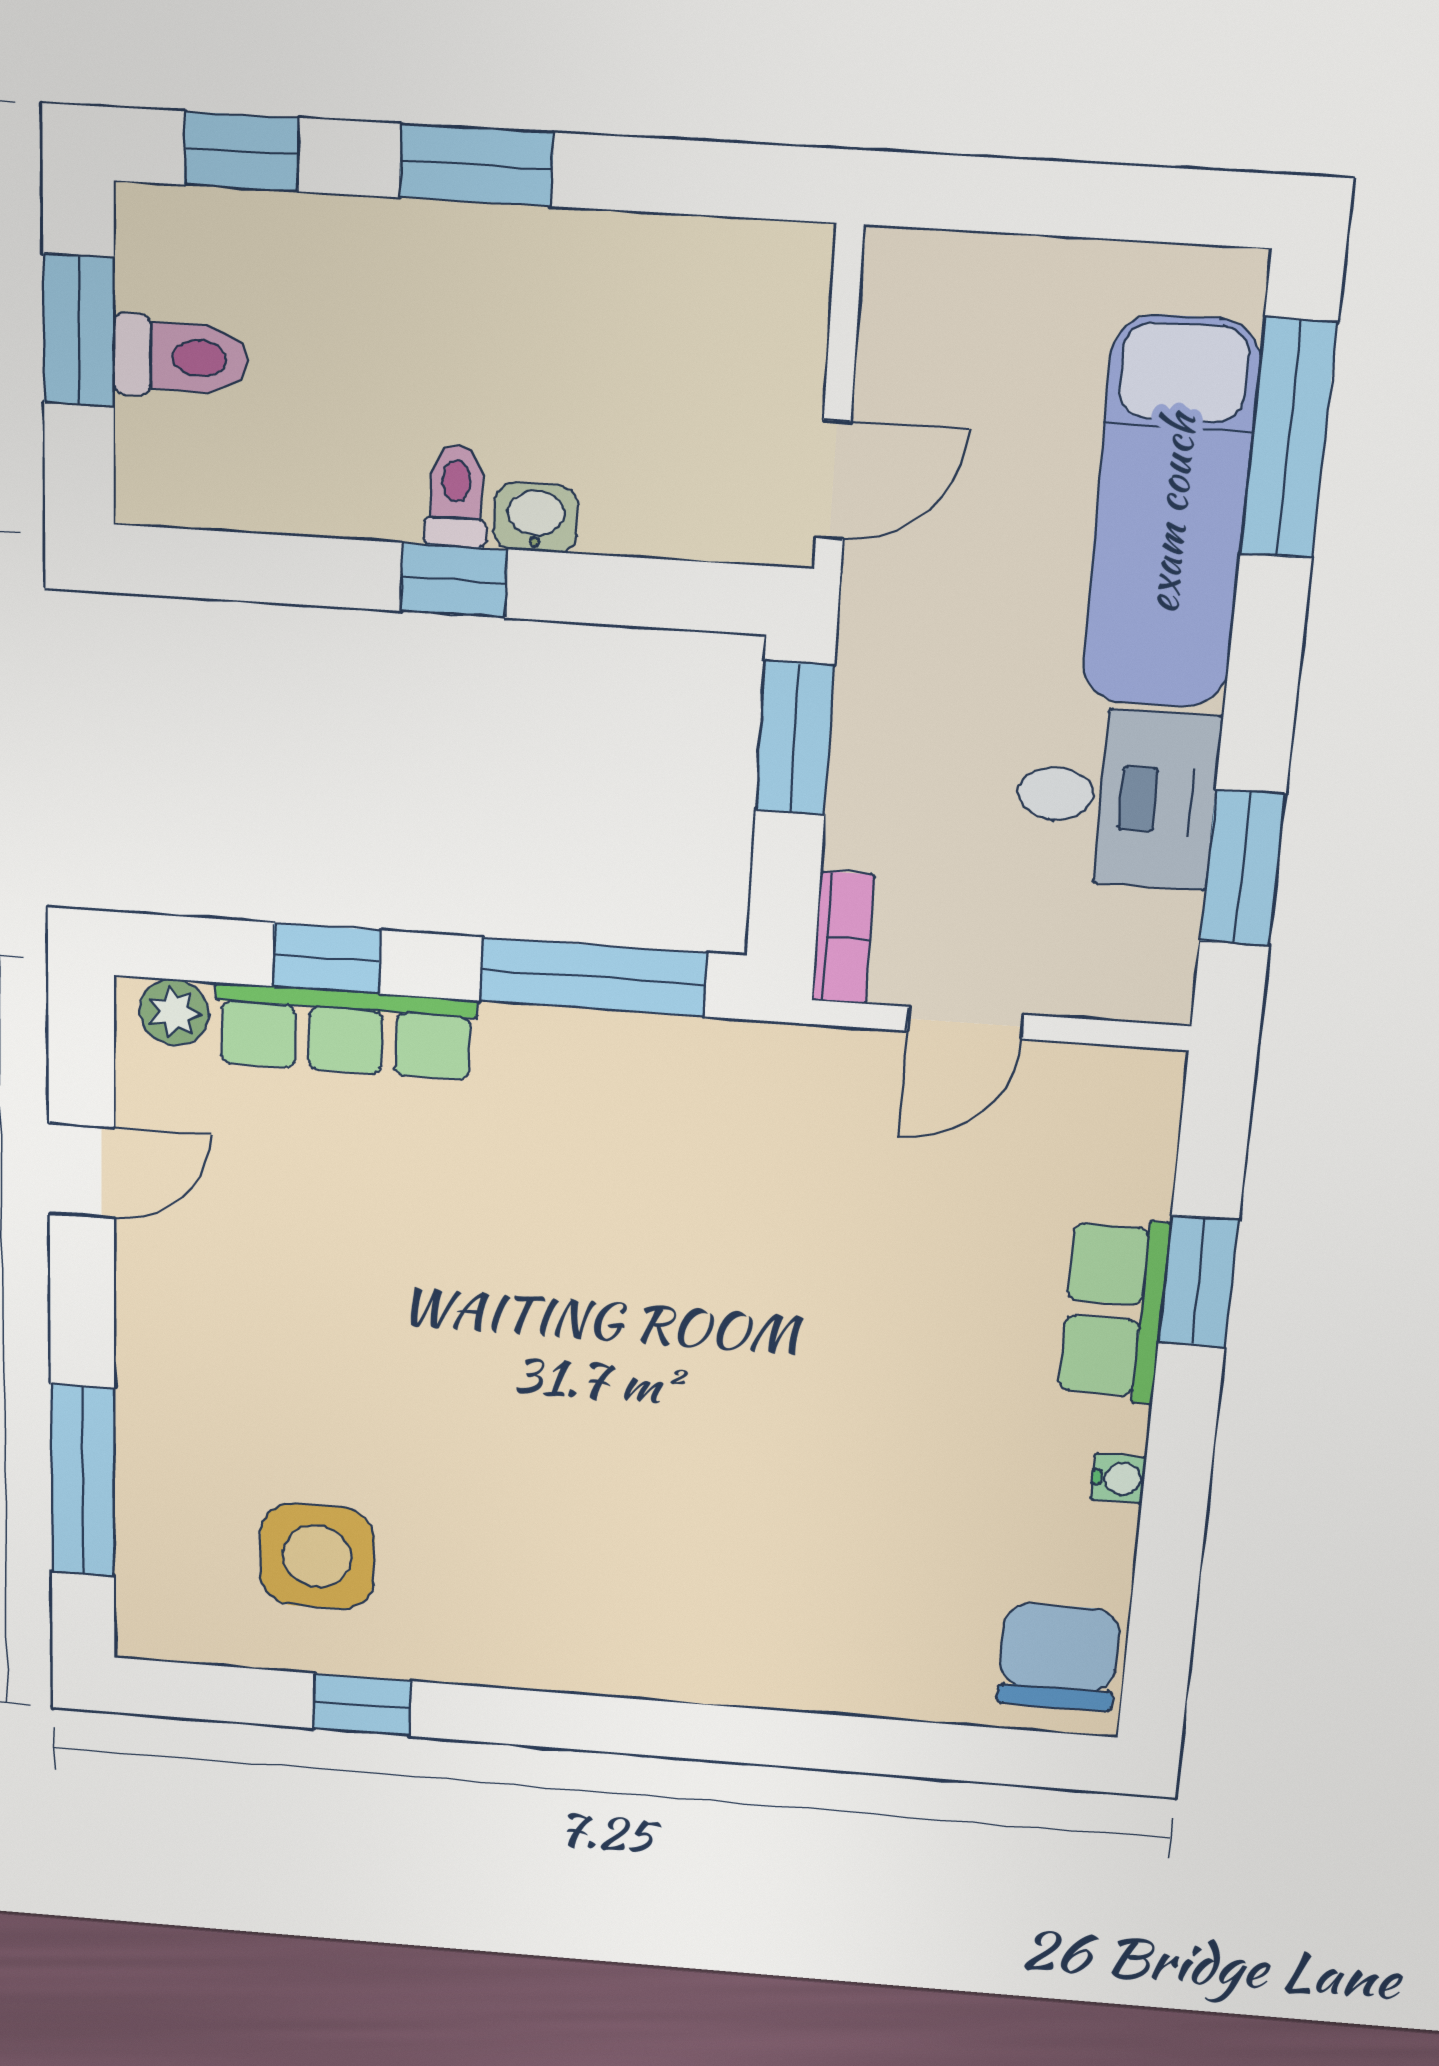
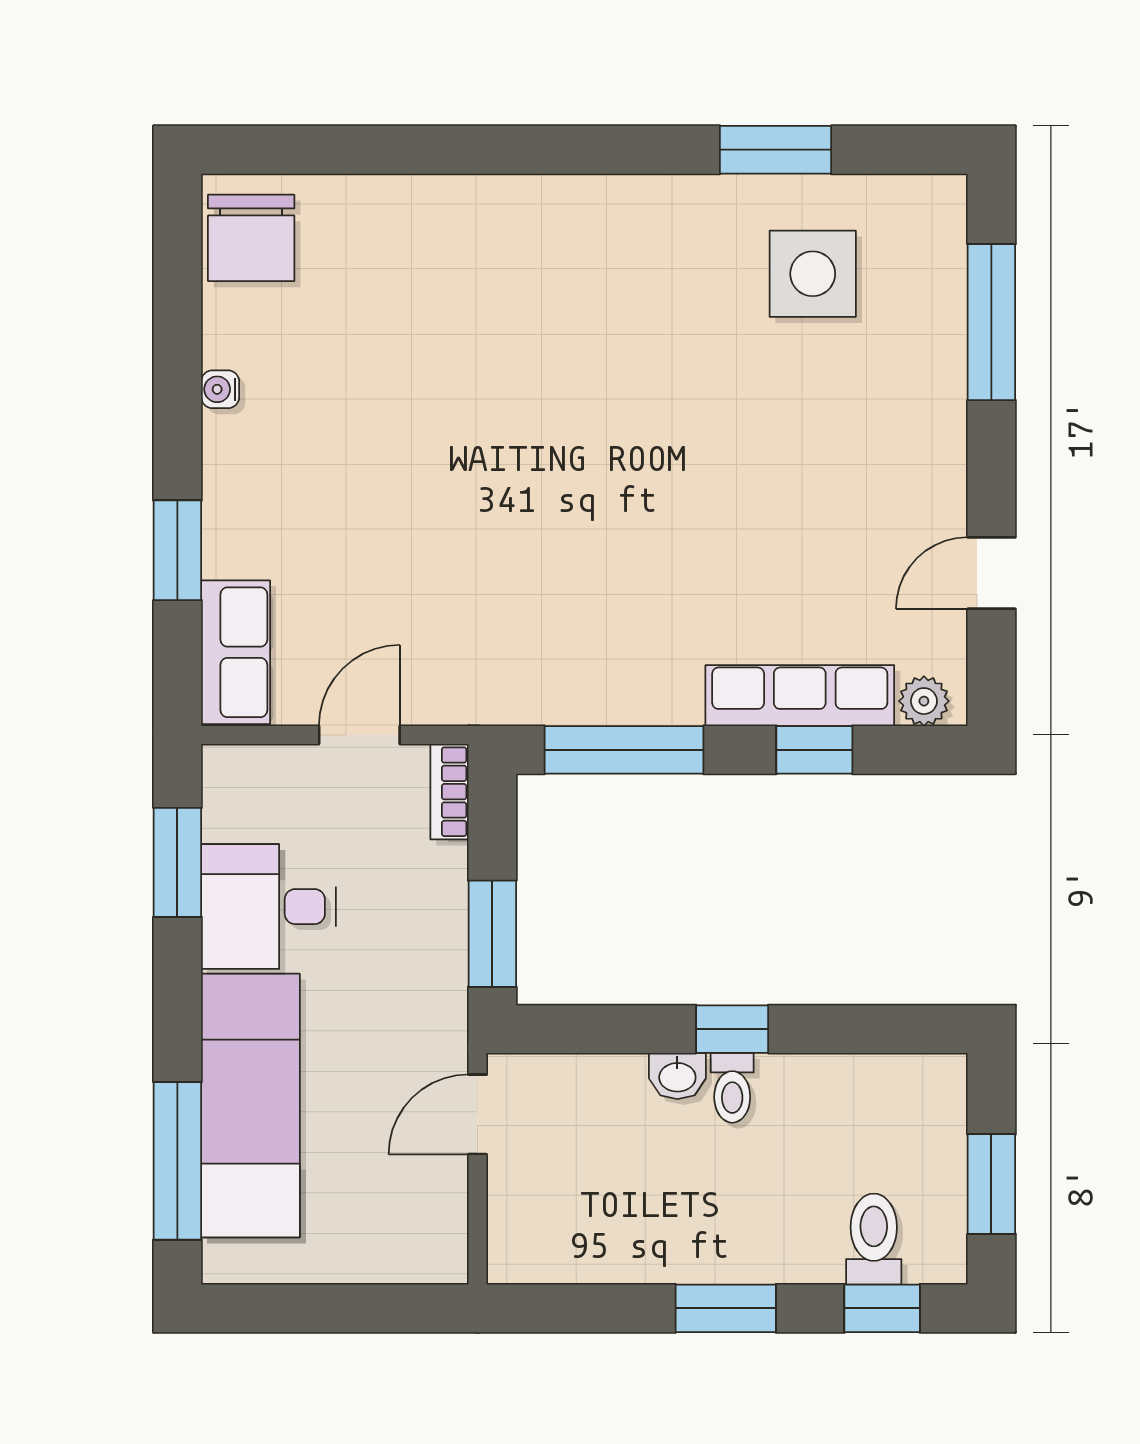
toilet: (180, 357) -> (874, 1239), moved, turned 90
row of seats: (1114, 1311) -> (236, 652), moved
window: (362, 1705) -> (776, 150), width x1.50

